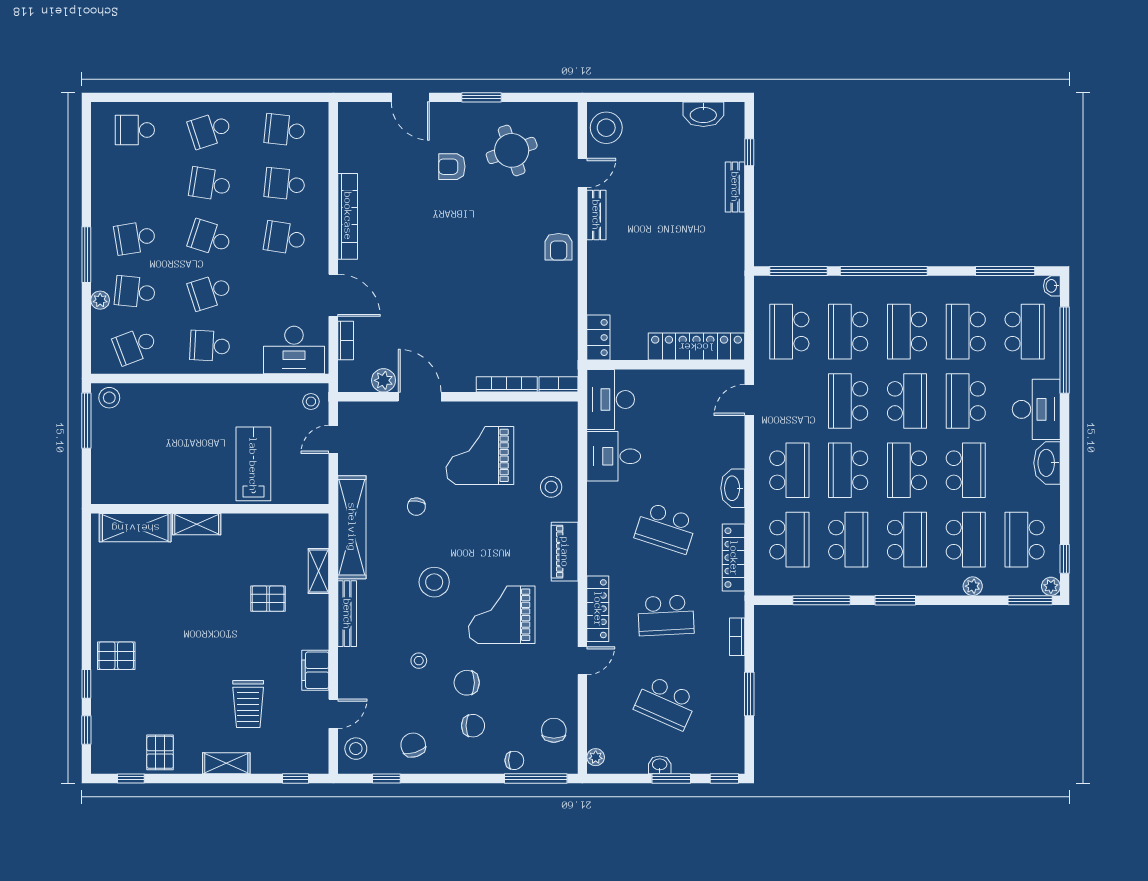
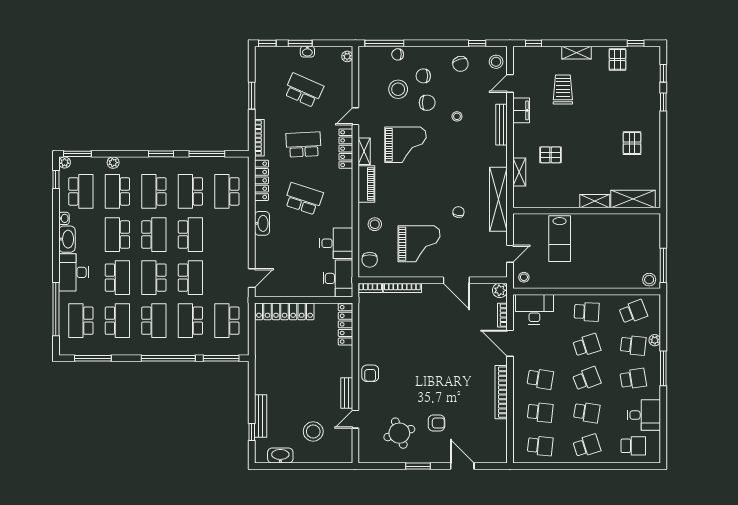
stool: (606, 128) -> (313, 431), moved
desk: (118, 180) -> (644, 415), added
bench: (735, 187) -> (261, 416), width x1.36
school desk: (210, 238) -> (587, 379), turned -39
armchair: (559, 247) -> (370, 373), turned 180
washbasin: (1052, 286) -> (64, 218), moved
school desk: (789, 332) -> (227, 321), turned 180
school desk: (848, 332) -> (190, 321), turned 180
locker: (598, 337) -> (345, 324), width x1.53
plant: (384, 380) -> (500, 290), moved
school desk: (789, 470) -> (227, 235), removed
stool: (434, 582) -> (398, 89), moved
shelving: (568, 604) -> (364, 151), added
bench: (347, 614) -> (501, 125), moved
bookcase: (737, 637) -> (259, 138), width x1.56
pallet: (116, 656) -> (632, 143), moved, turned 90
chair: (554, 730) -> (370, 260), moved

